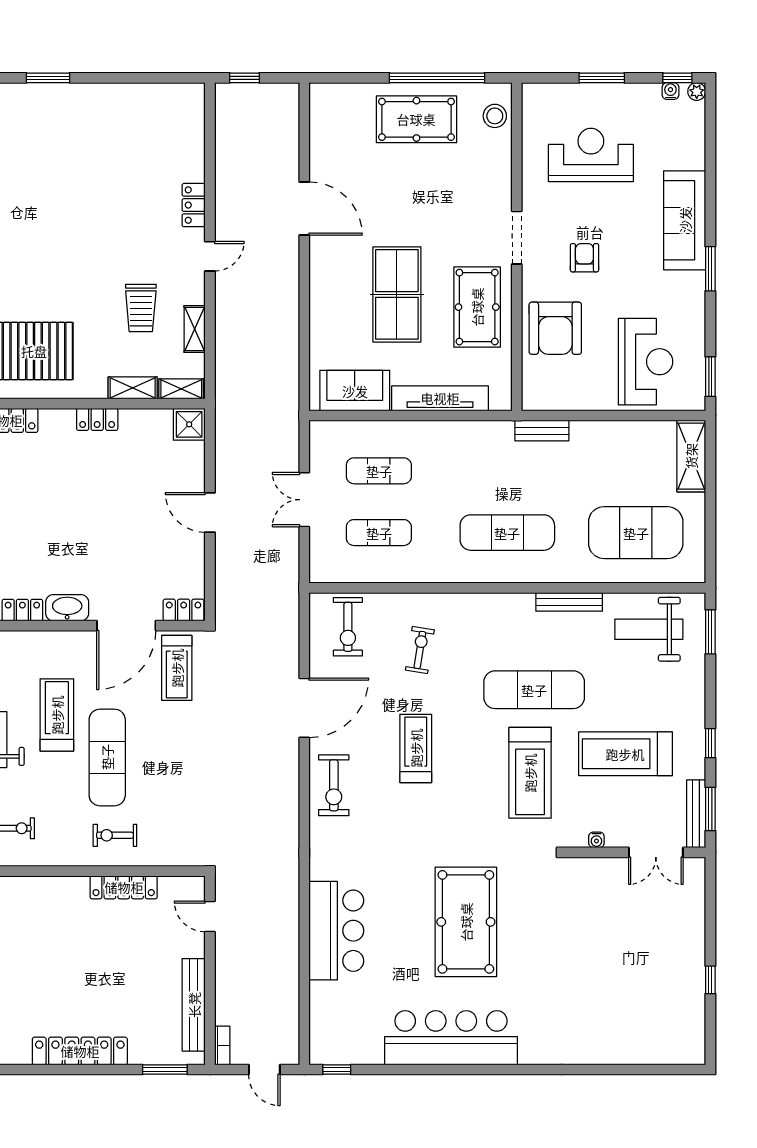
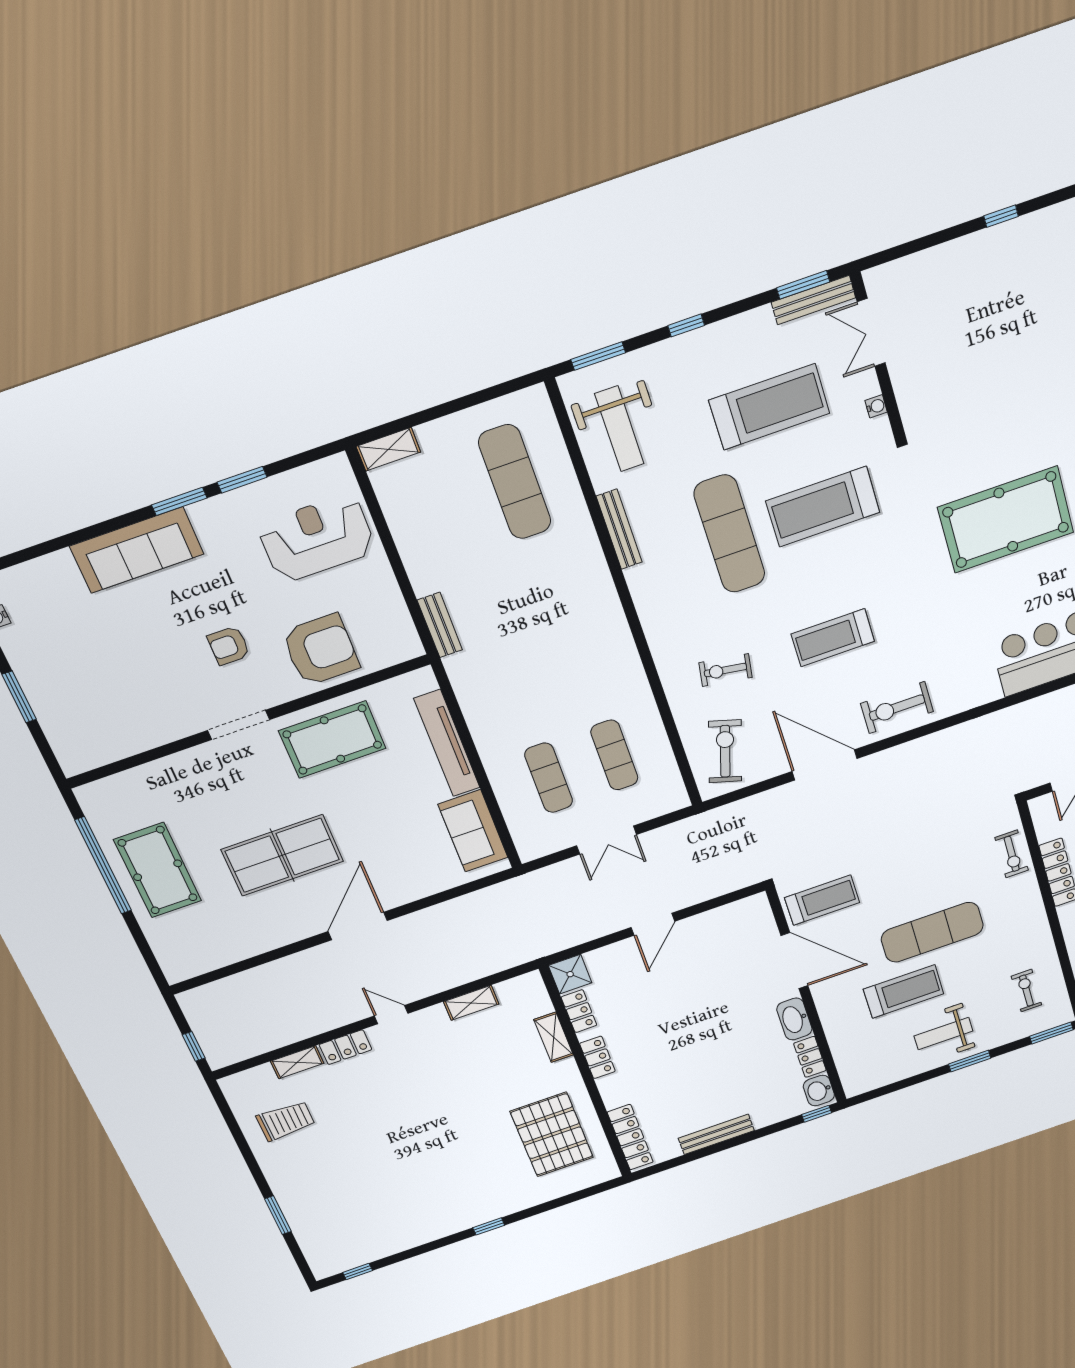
stool: (495, 116) -> (116, 794), removed
reception desk: (591, 155) -> (111, 679), removed
door: (304, 208) -> (358, 926), moved
table tennis table: (397, 294) -> (282, 855), moved
trolley: (141, 308) -> (286, 1121), moved
window: (710, 377) -> (242, 480), moved
shelving: (181, 389) -> (297, 1062), moved, turned 90
shelving: (691, 456) -> (388, 449), width x0.67, depth x0.75
exercise mat: (507, 533) -> (566, 623), removed
exercise mat: (636, 533) -> (515, 482), width x0.68
locker: (184, 610) -> (579, 1011), moved, turned 180
exercise bike: (348, 627) -> (725, 751), turned -73
treadmill: (57, 715) -> (904, 991), turned 180
window: (710, 743) -> (686, 325), moved
treadmill: (625, 754) -> (769, 407), turned -90
treadmill: (530, 773) -> (823, 507), turned 180
exercise bike: (334, 785) -> (897, 708), turned 180
exercise bike: (115, 835) -> (1012, 854), moved
double door: (656, 852) -> (871, 332), swing flipped

